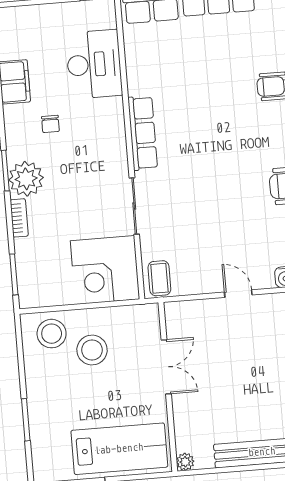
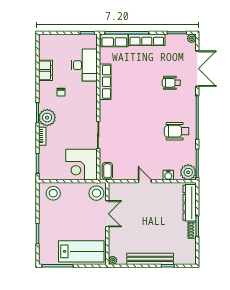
row of seats: (143, 133) -> (105, 82), moved
stool: (92, 350) -> (96, 193), moved

